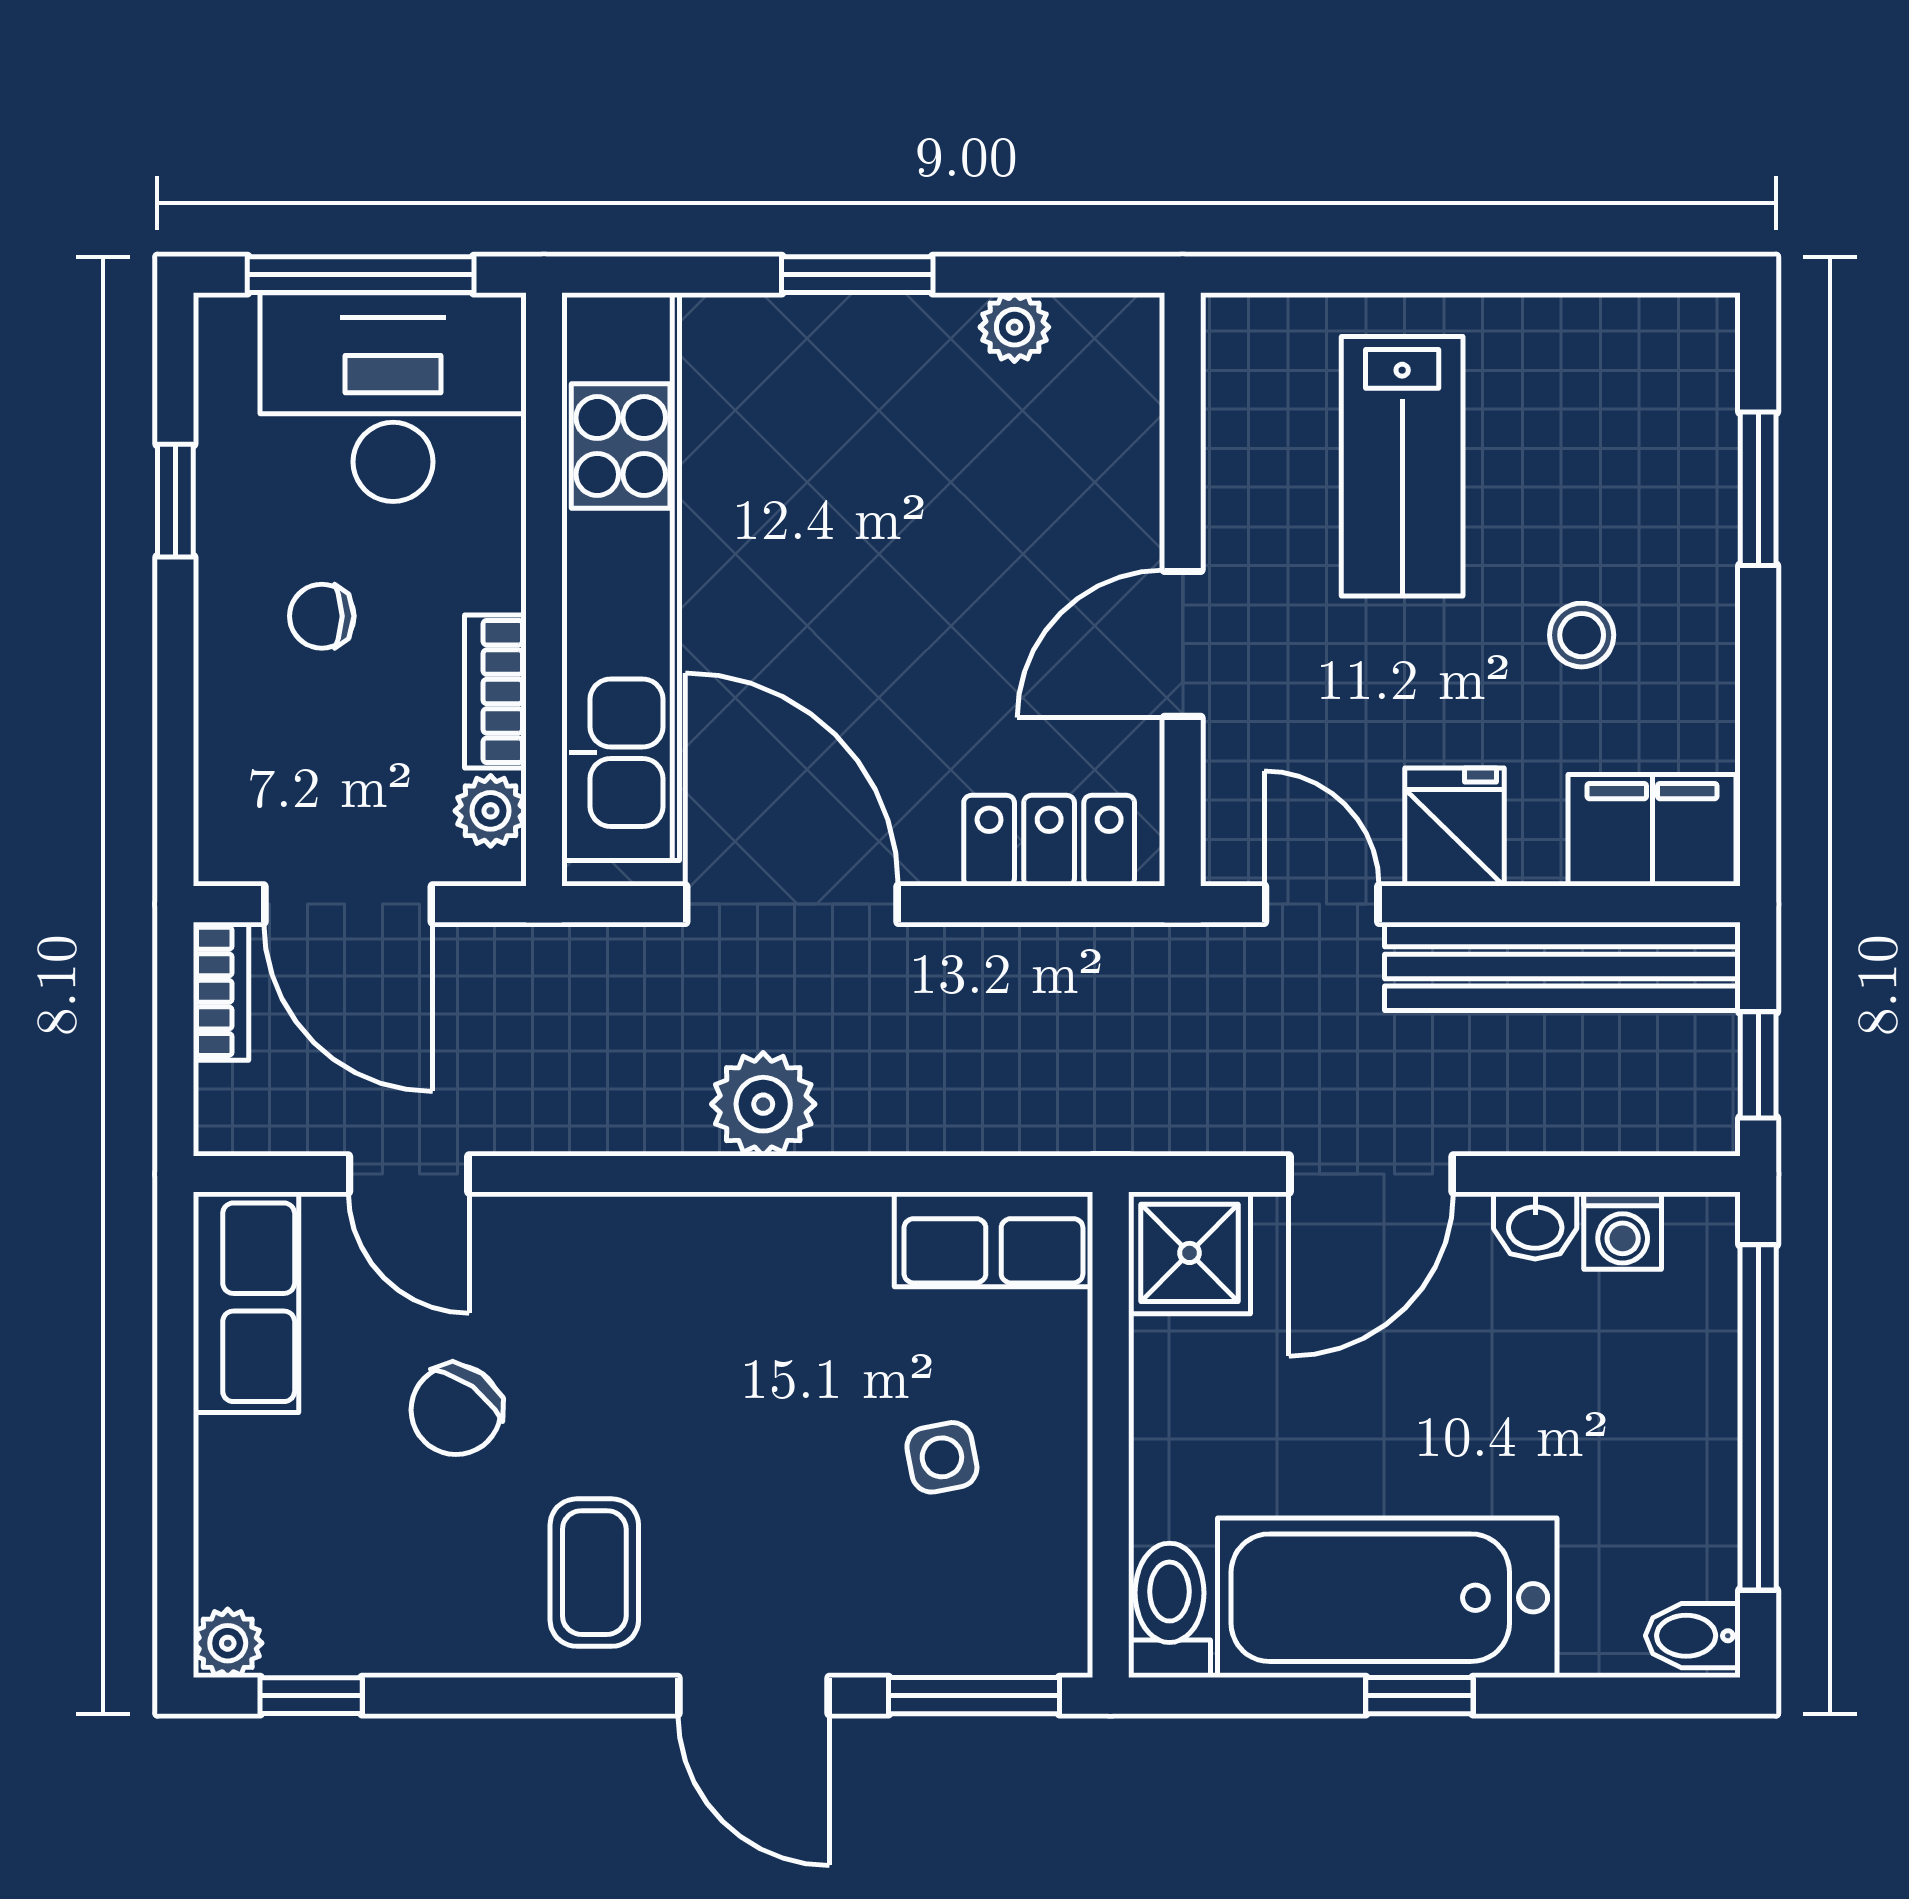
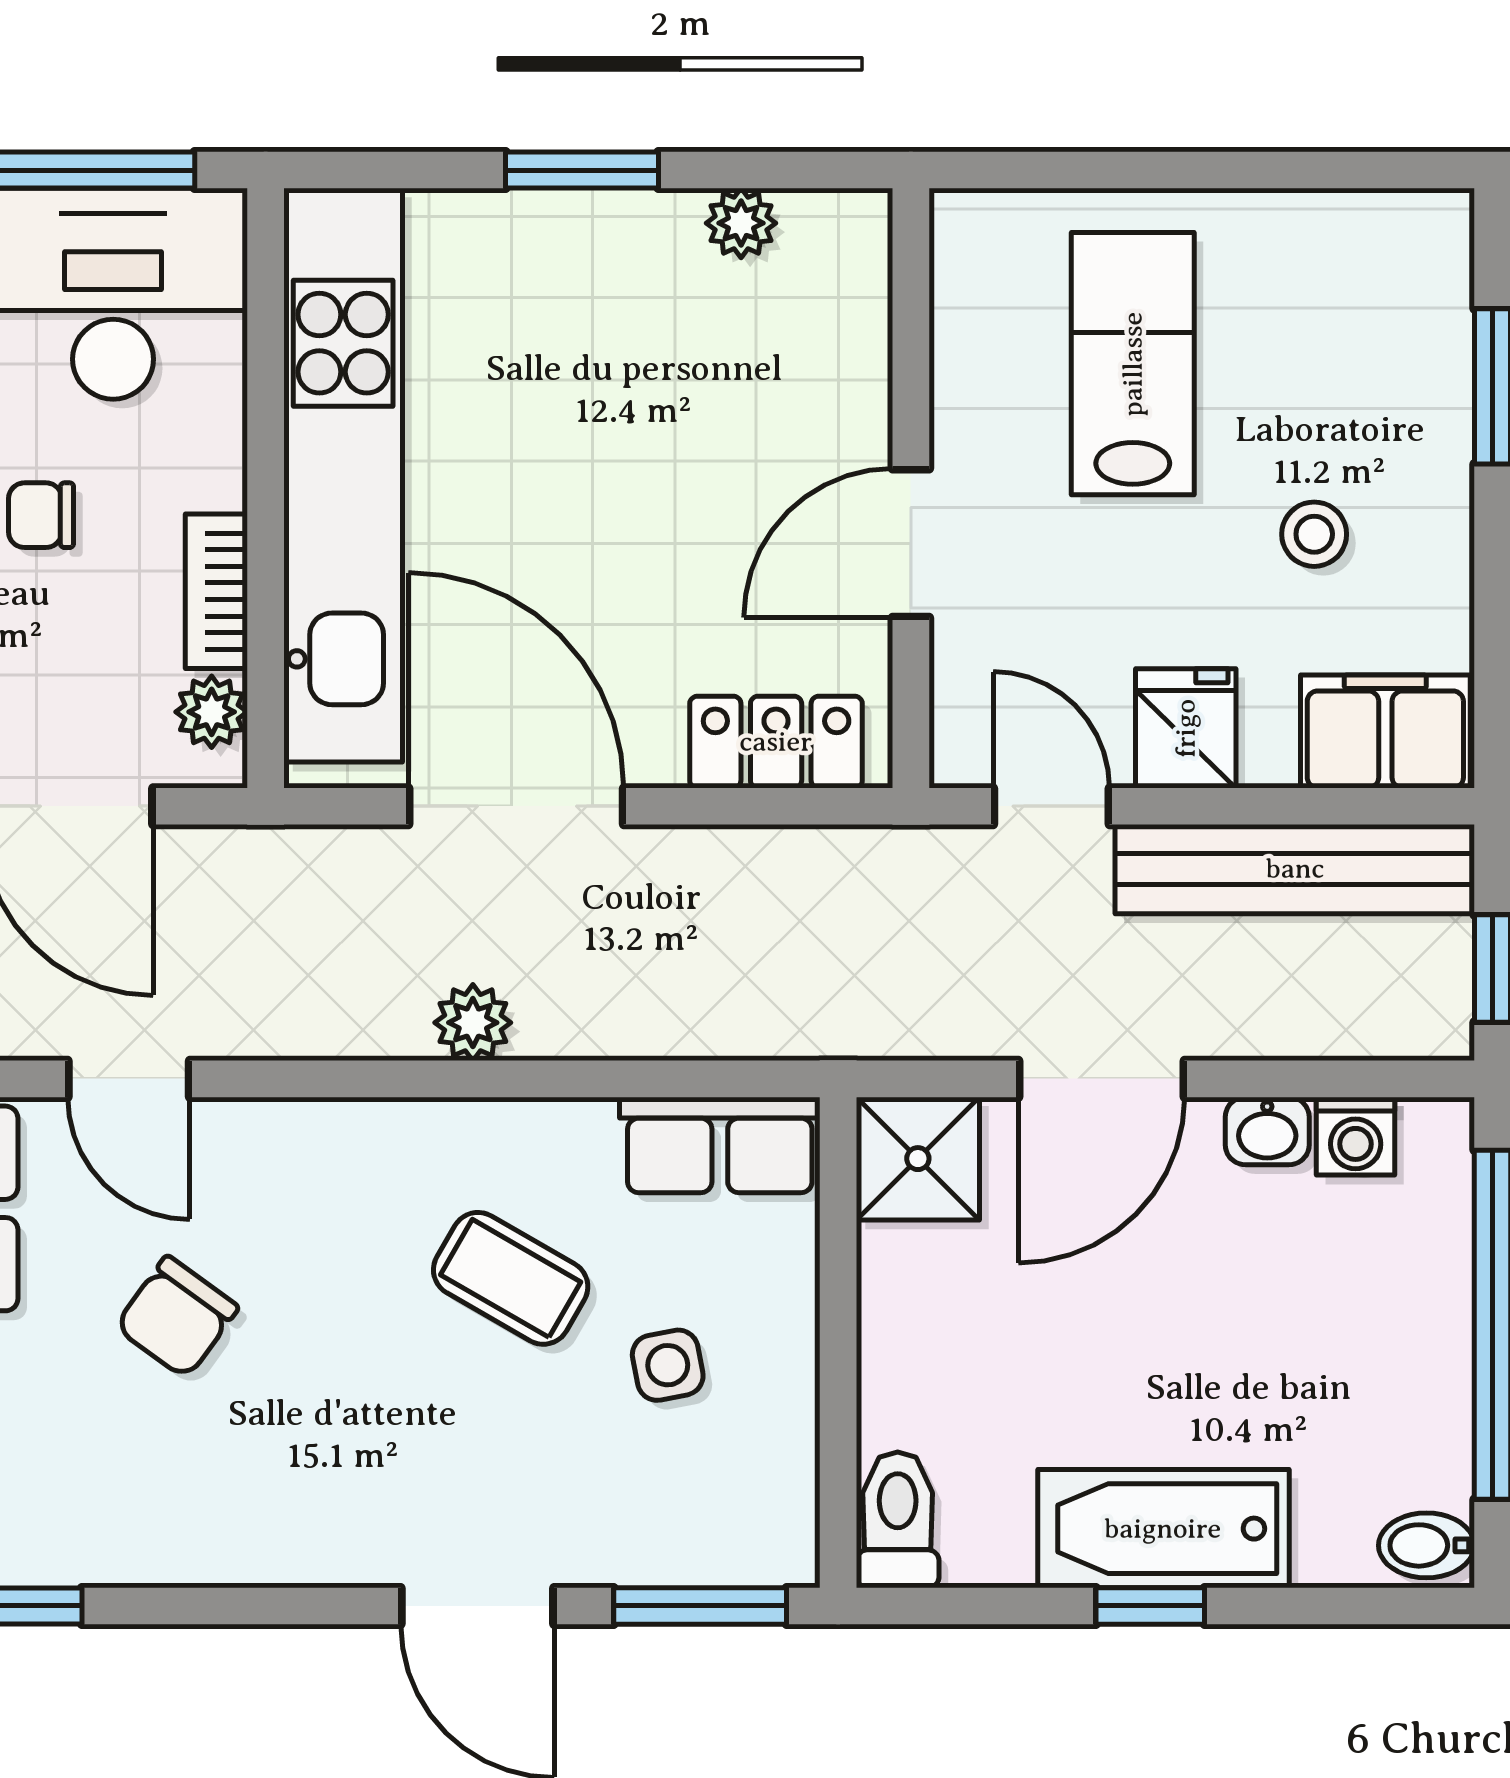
lab bench: (1402, 466) -> (1133, 364), turned 180
plant: (763, 1104) -> (473, 1023), width x0.73, depth x0.73
coffee table: (594, 1573) -> (511, 1278), moved, turned -60
bathtub: (1387, 1598) -> (1163, 1529), width x0.73, depth x0.73

